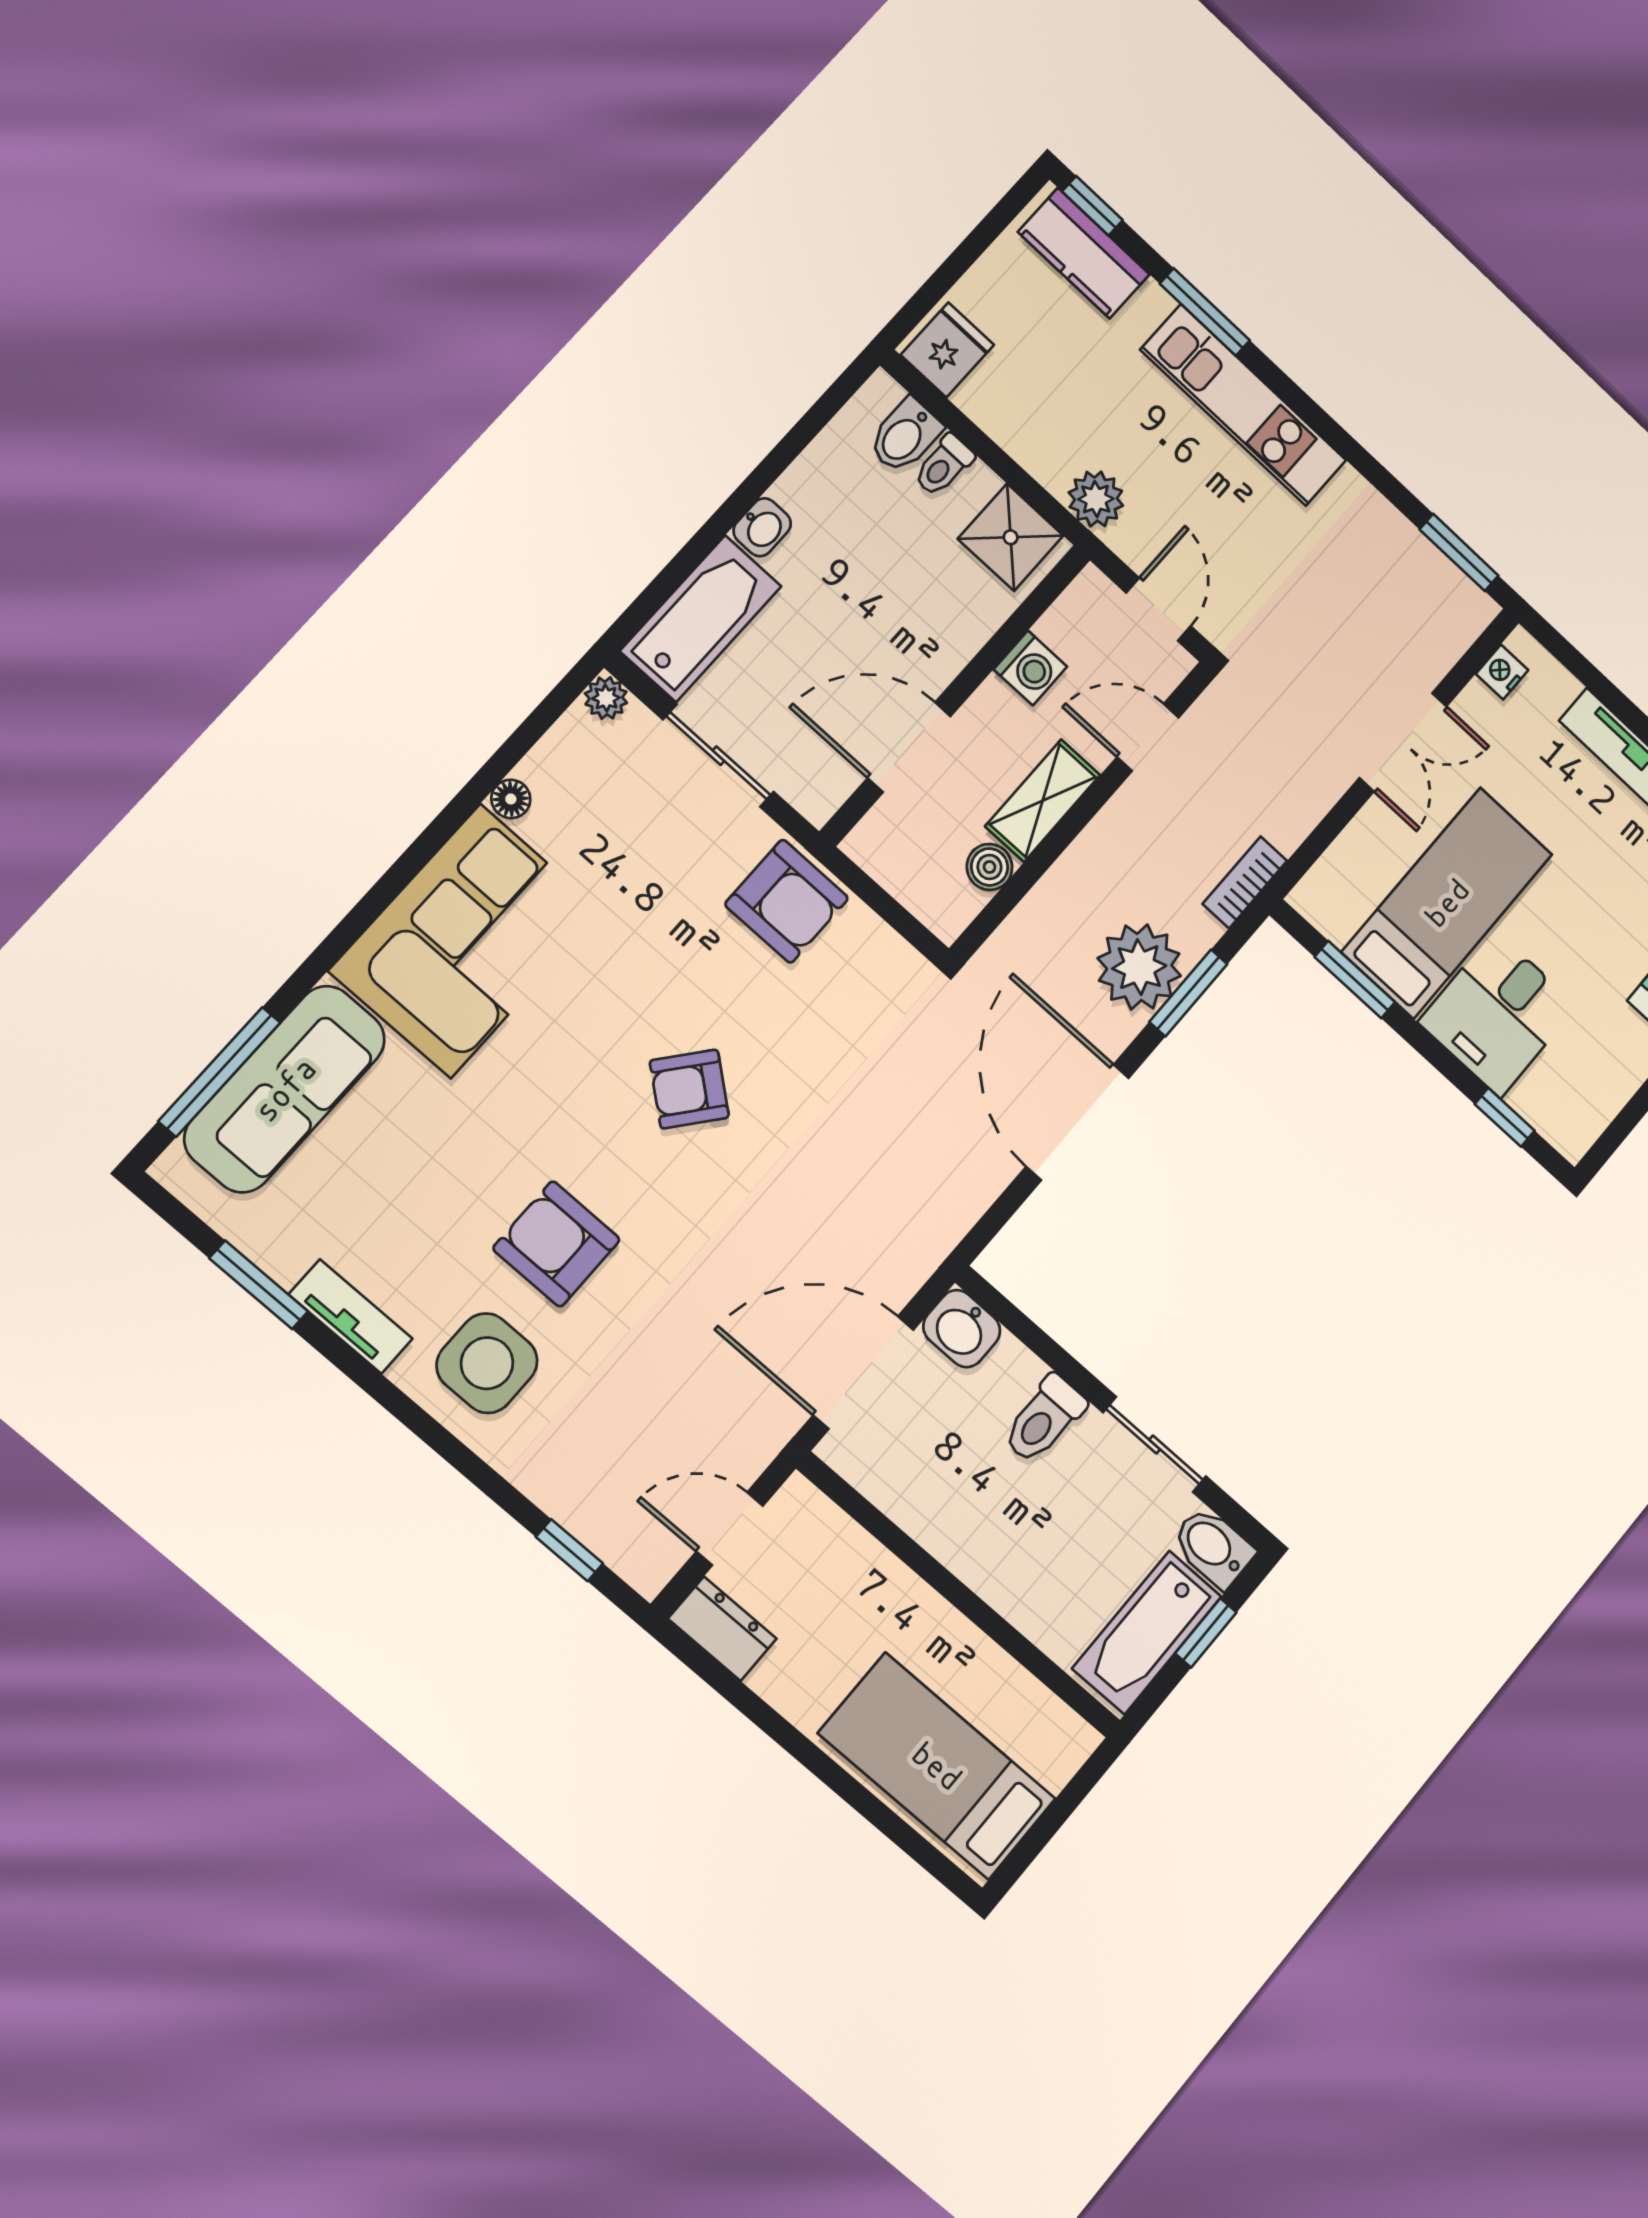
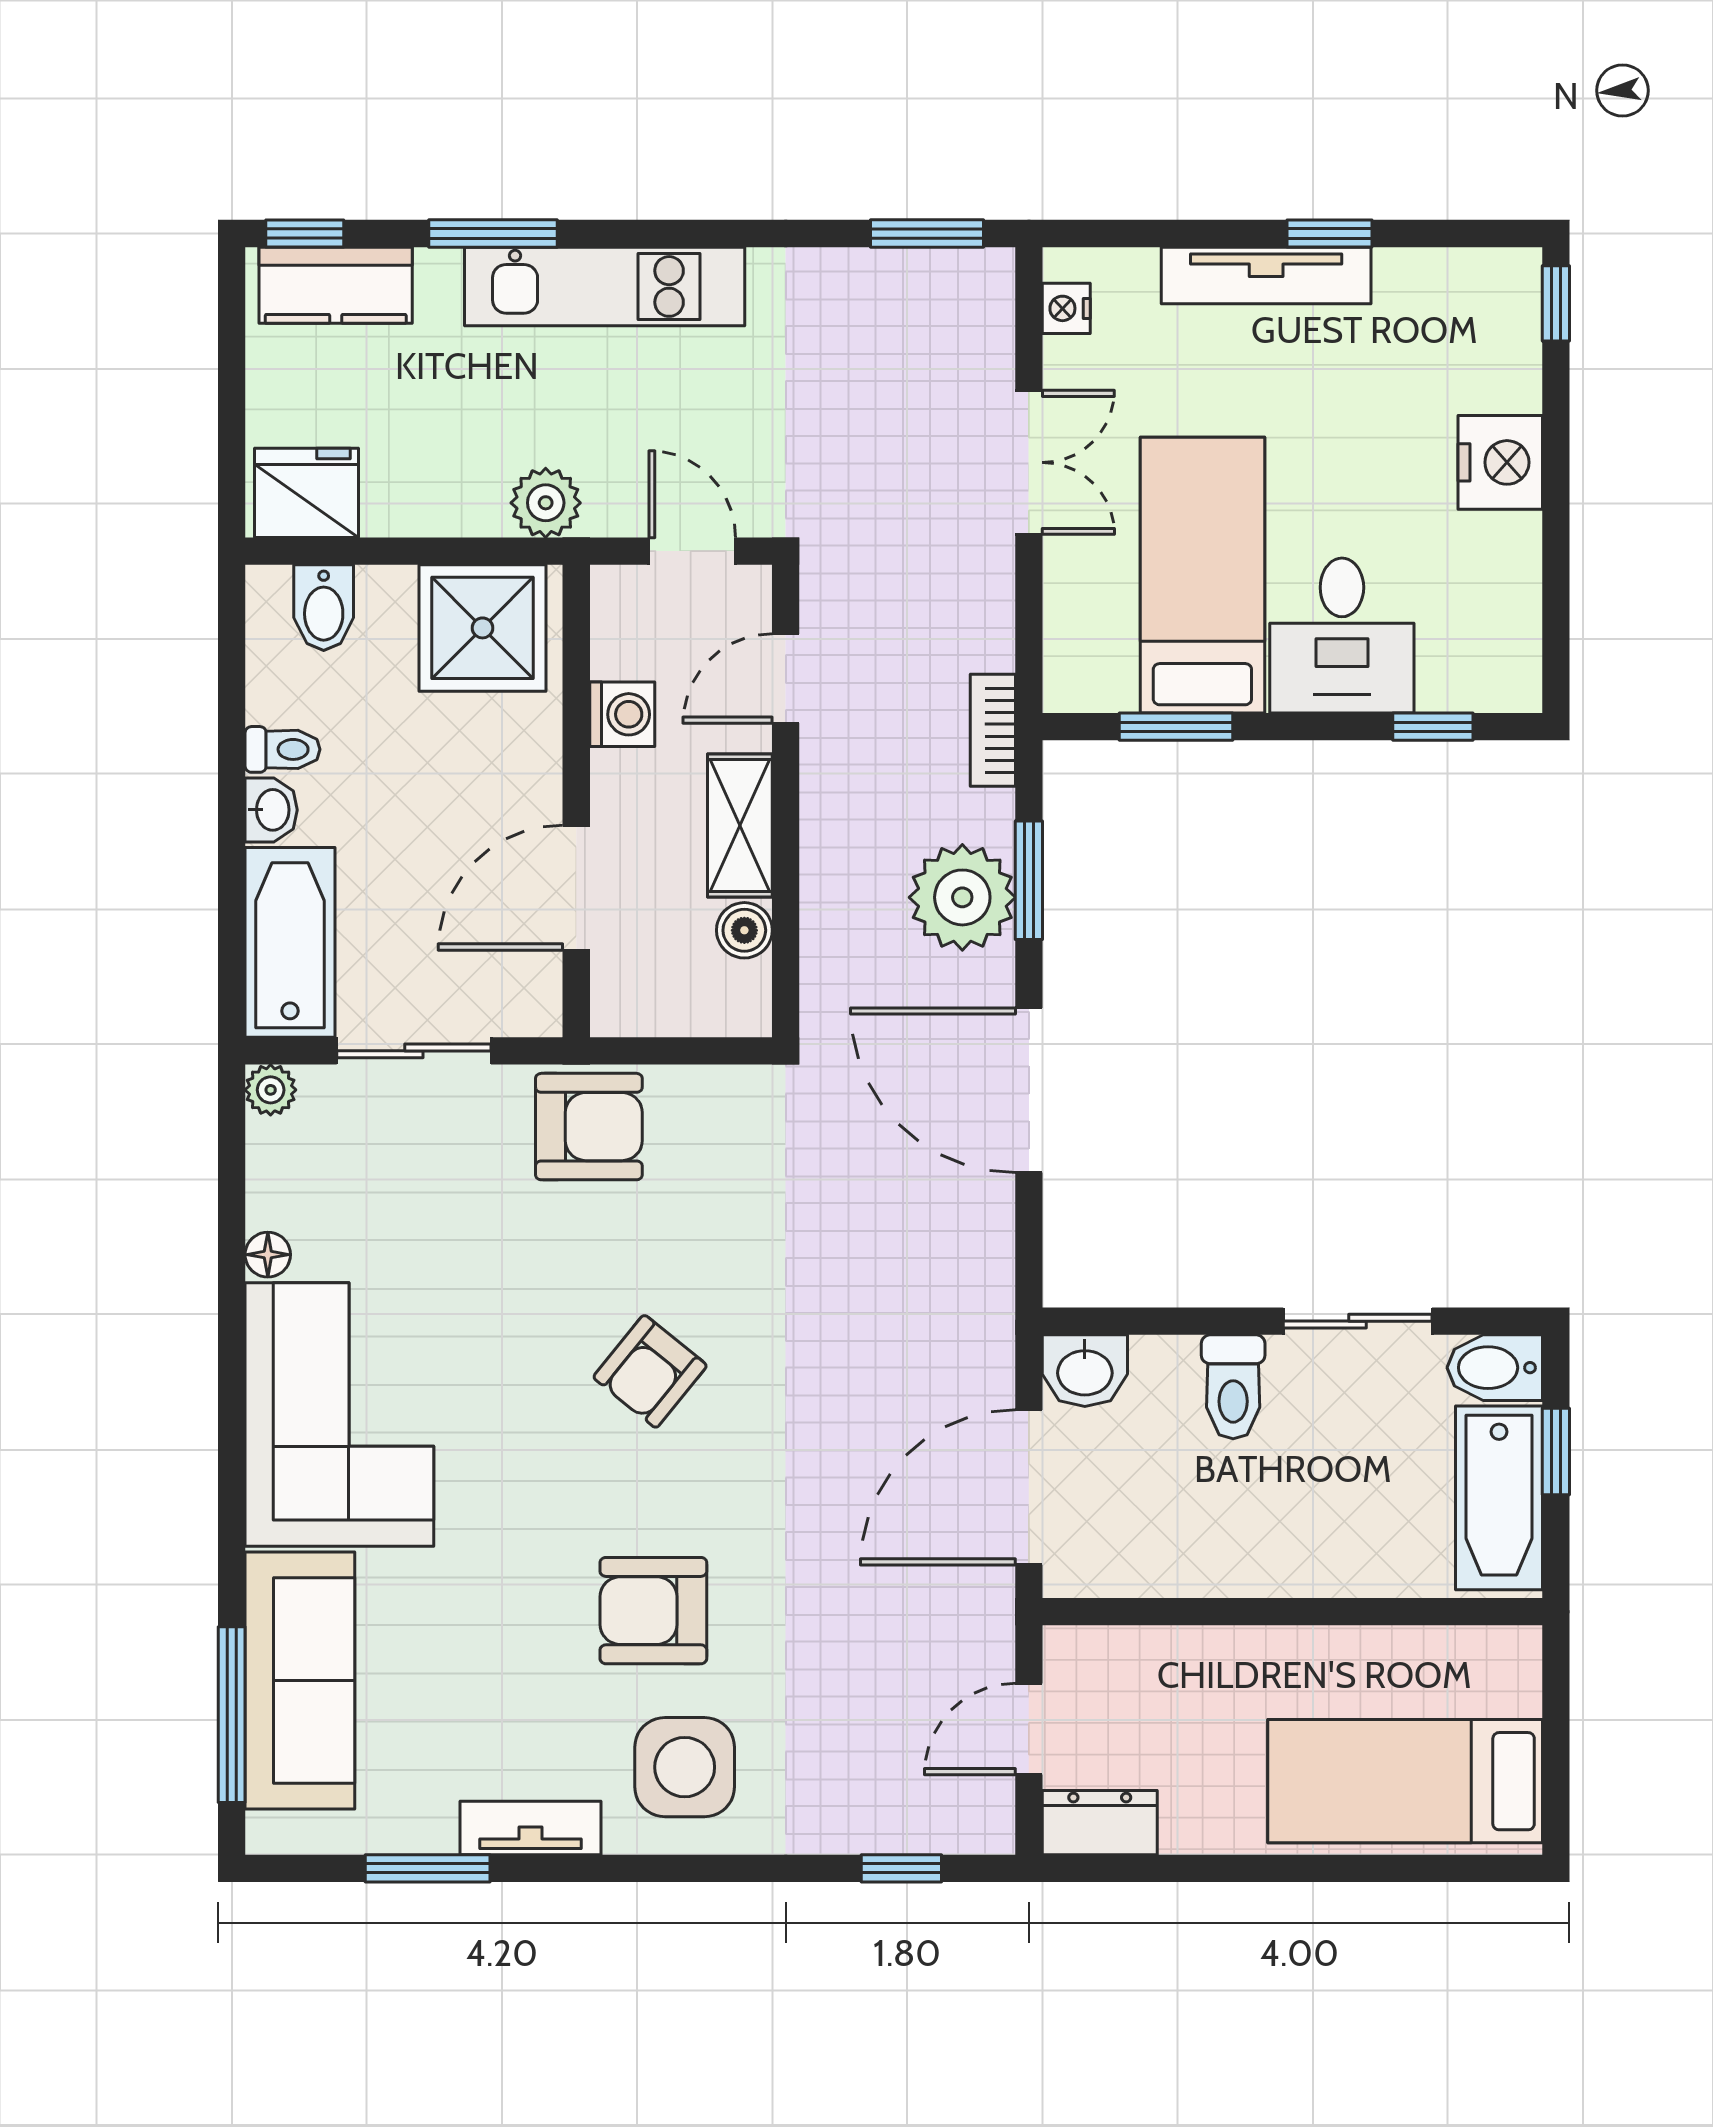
fridge: (947, 350) -> (307, 493), width x1.38
toilet: (944, 465) -> (283, 749), moved, turned -90
shower: (1011, 537) -> (483, 628), width x1.36, depth x1.36

